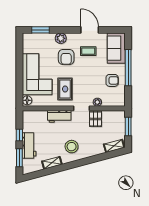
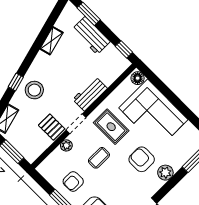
coffee table: (88, 51) -> (99, 158), moved
window: (19, 135) -> (124, 49), moved
stool: (72, 147) -> (34, 90), moved
window: (91, 160) -> (16, 82), added

